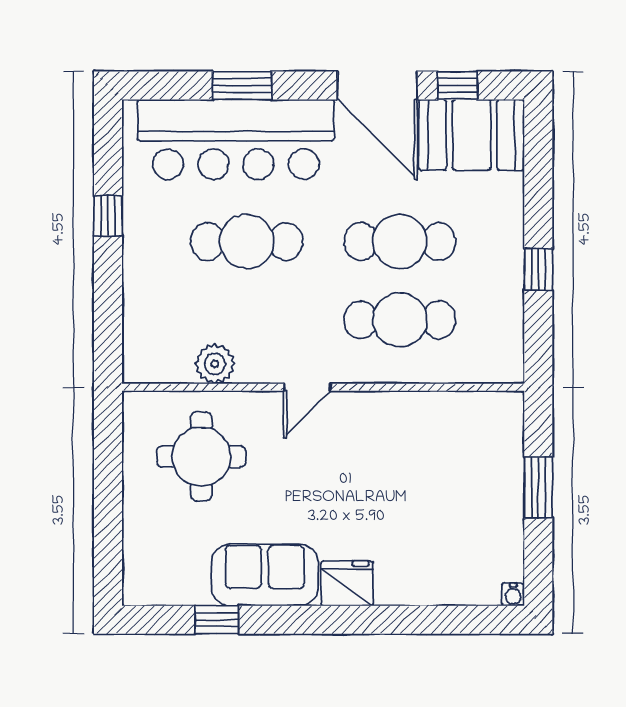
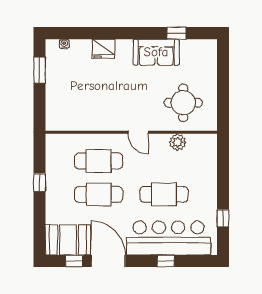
window: (242, 85) -> (166, 261), width x0.67
window: (108, 216) -> (223, 218), moved
door: (307, 387) -> (138, 132), swing flipped
window: (538, 487) -> (40, 70), moved
fridge: (347, 583) -> (103, 49), moved
water cooler: (513, 595) -> (64, 44), moved

